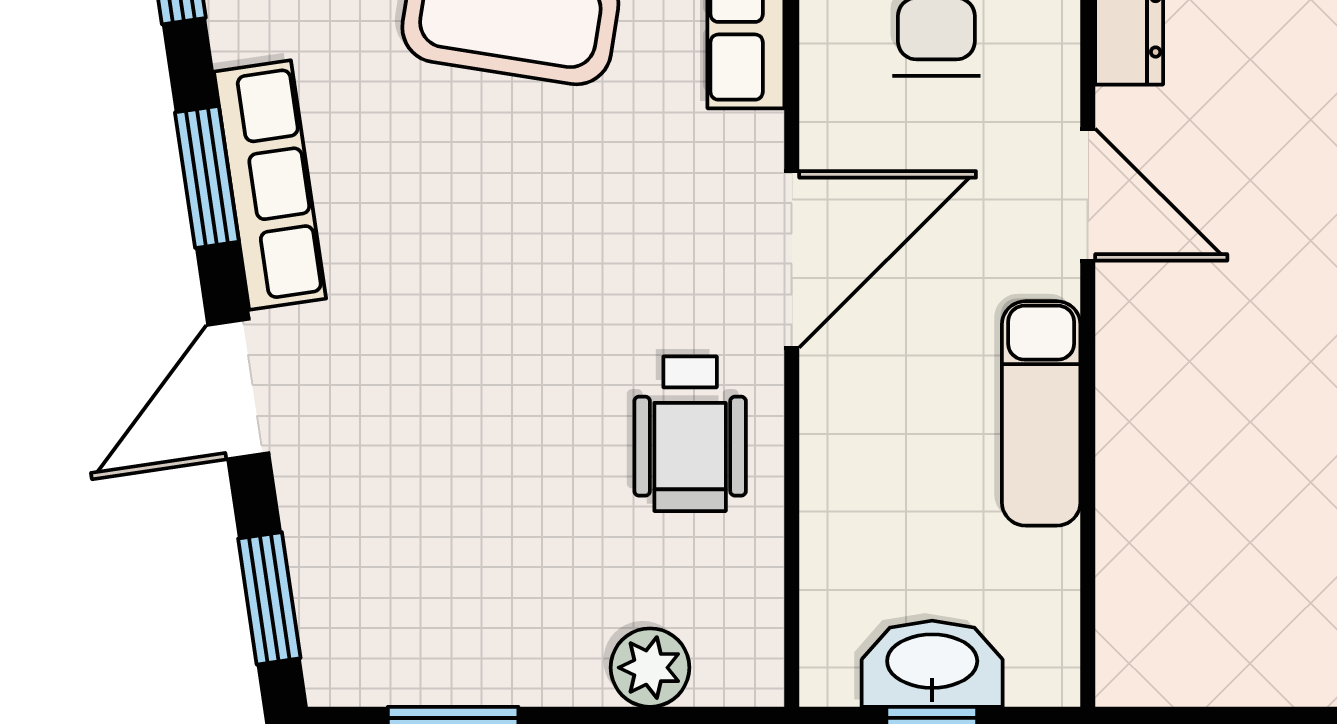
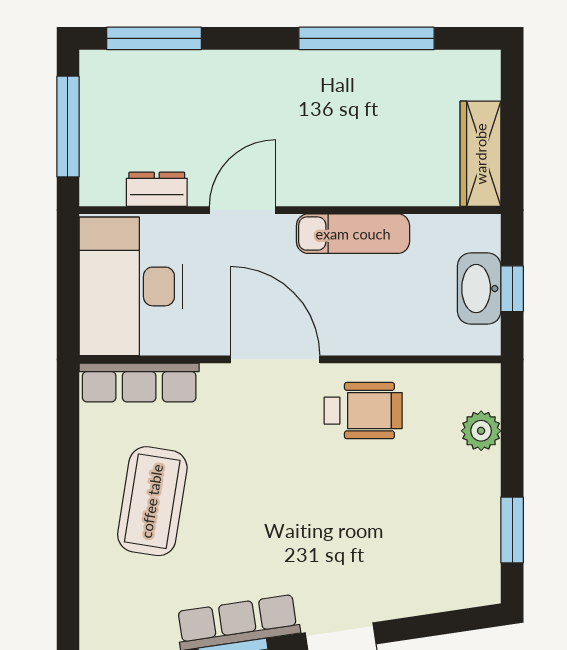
window: (269, 598) -> (446, 623), removed
wardrobe: (1200, 666) -> (481, 154), added

